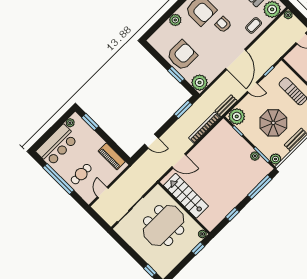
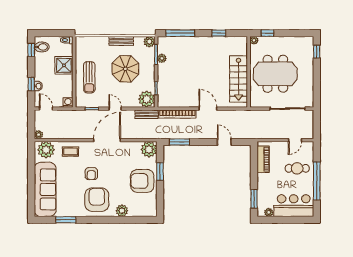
washing machine: (290, 58) -> (68, 102), added
door: (179, 161) -> (208, 109), moved

